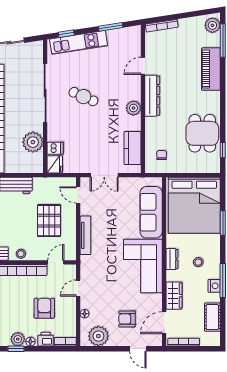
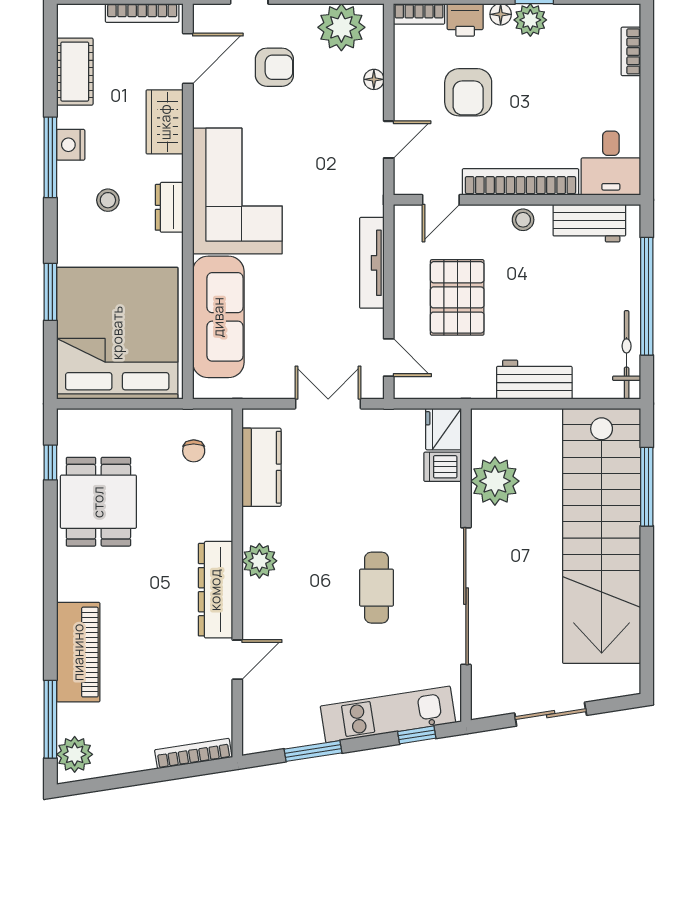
cafe table: (83, 97) -> (377, 588), turned 66

